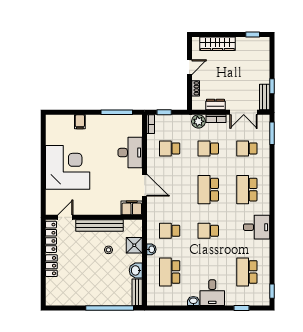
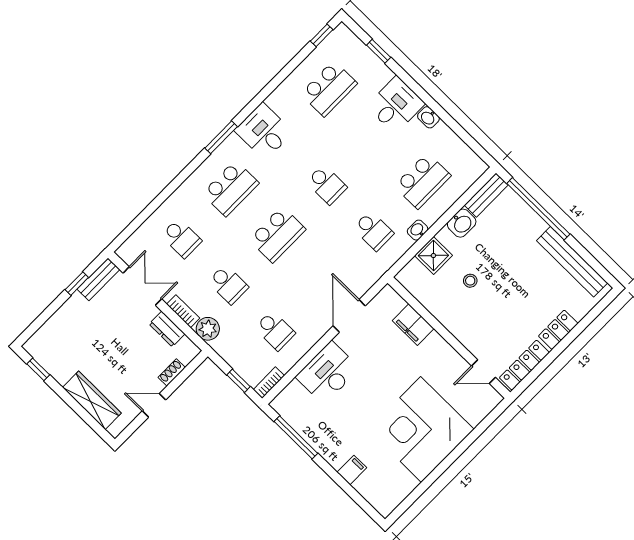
window: (272, 133) -> (221, 137), moved
filing cabinet: (132, 208) -> (413, 325), moved
bench: (99, 226) -> (572, 262), moved

